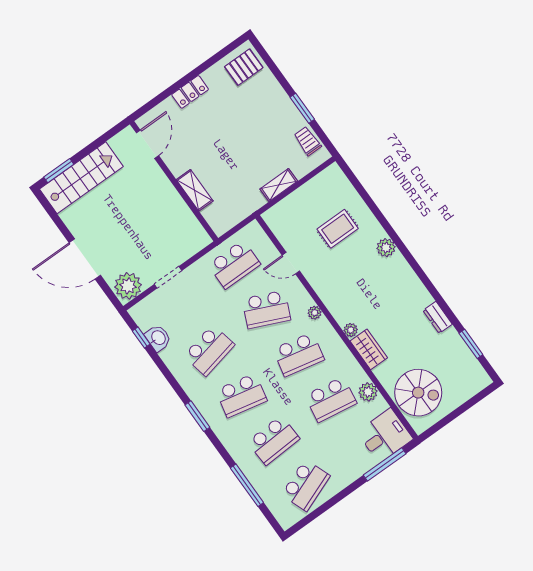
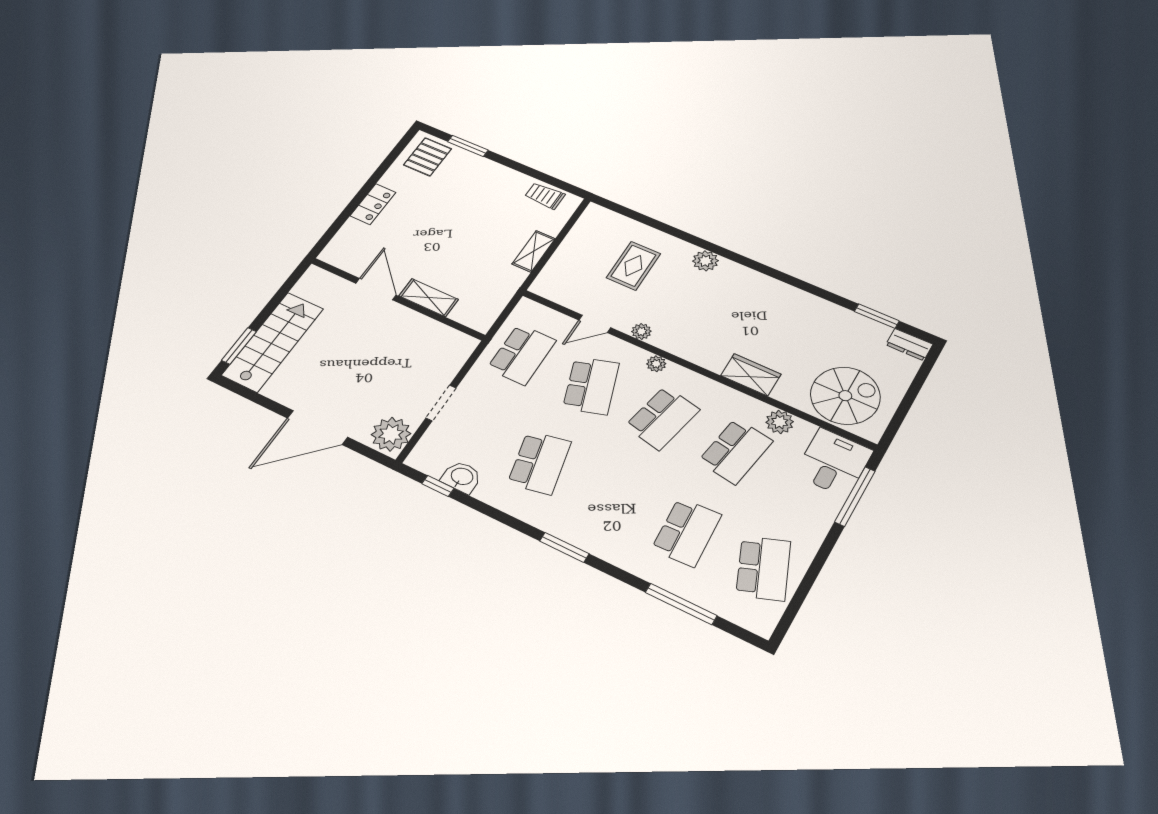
window: (302, 108) -> (468, 146), moved
door: (147, 144) -> (376, 289), moved
school desk: (266, 309) -> (591, 386), turned -42
dresser: (438, 317) -> (909, 345), moved
plant: (351, 330) -> (641, 331), moved
school desk: (241, 395) -> (612, 497), removed

